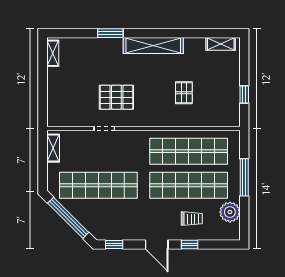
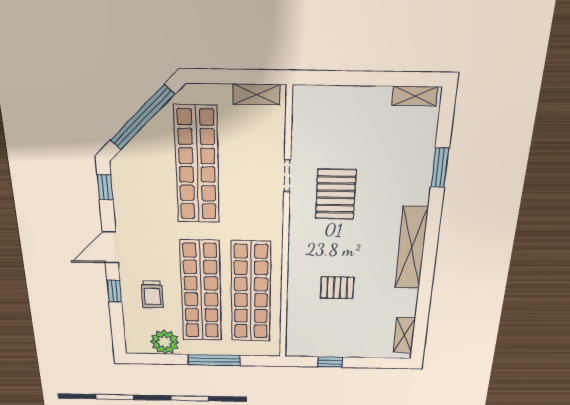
window: (110, 33) -> (440, 168), moved

